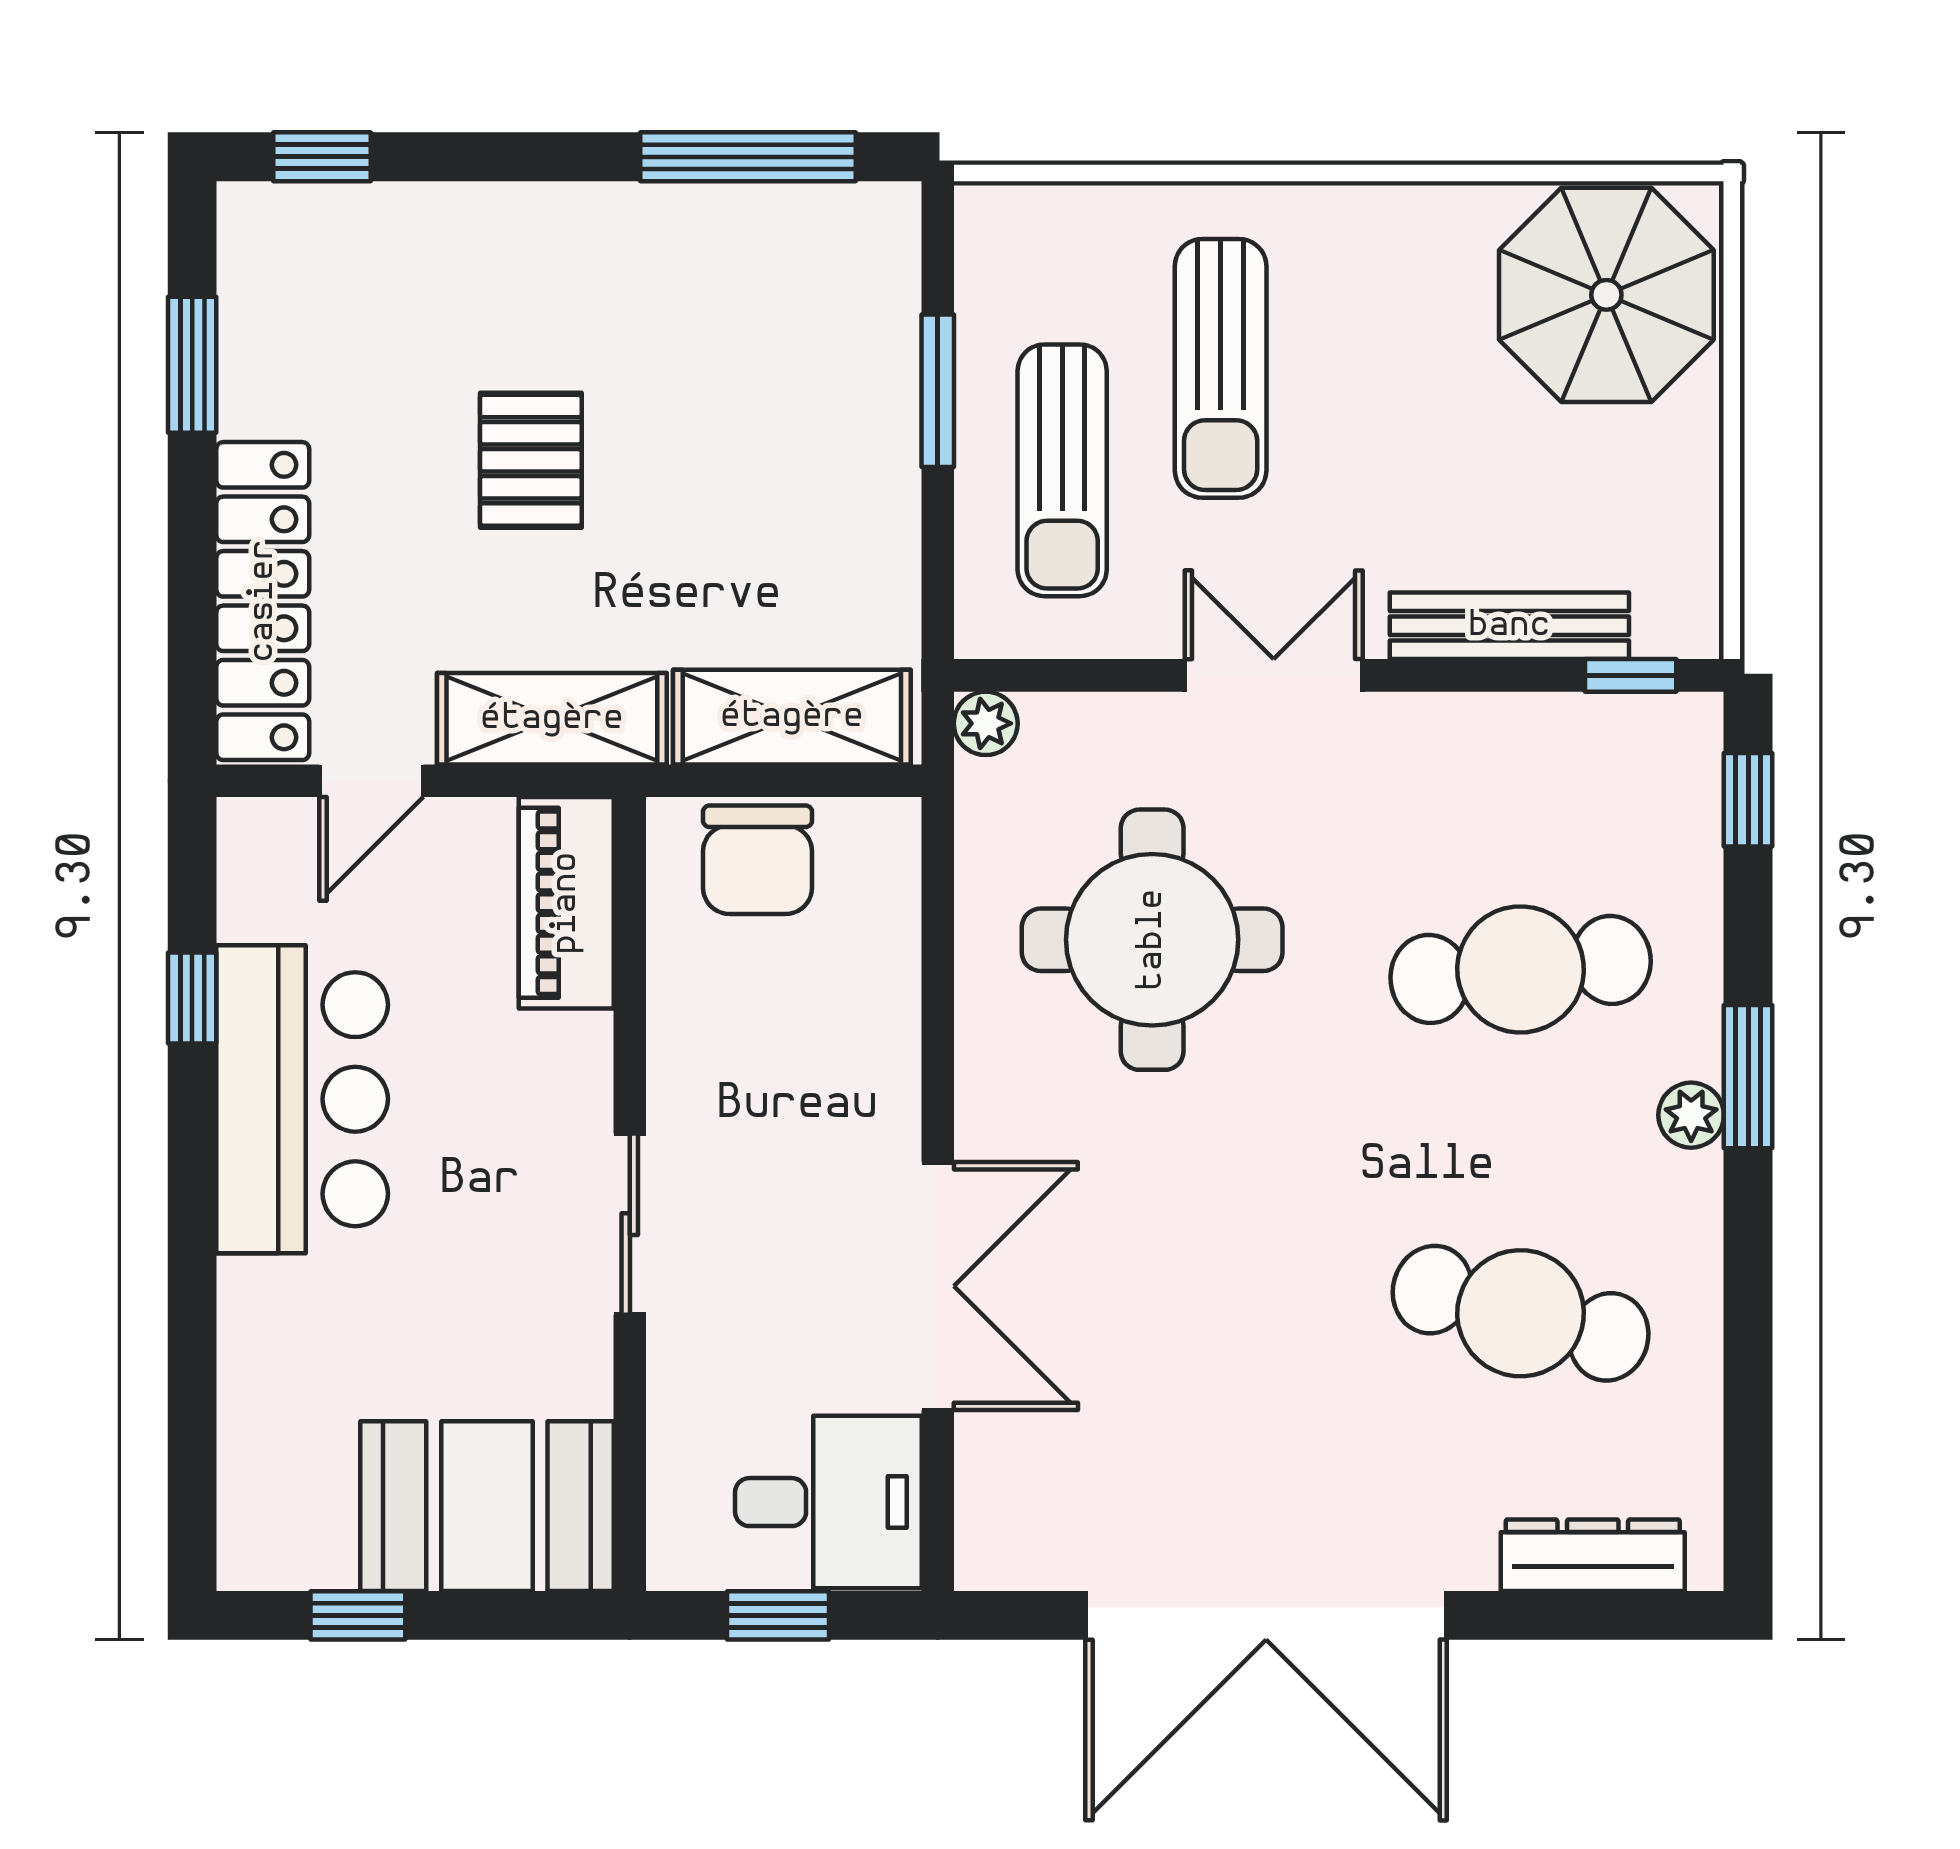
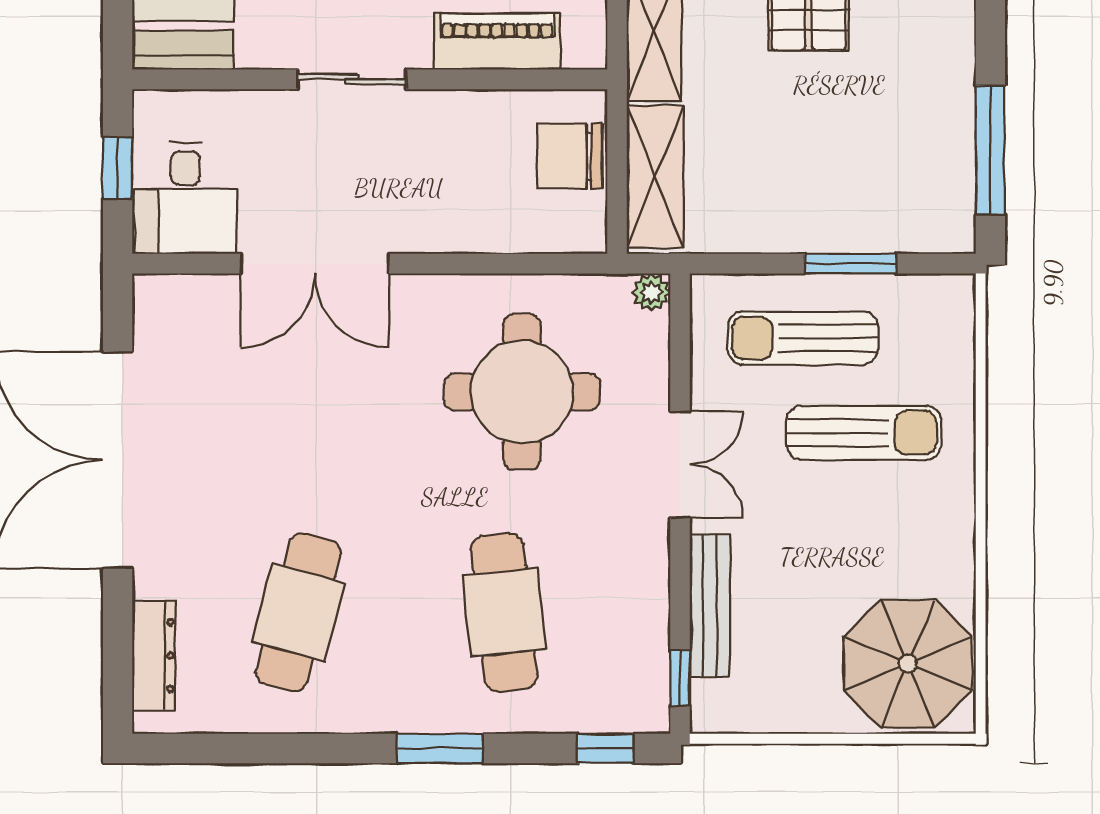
sun lounger: (1221, 368) -> (864, 433), turned 180
piano: (566, 903) -> (497, 41), moved
plant: (1691, 1115) -> (417, 714), removed

